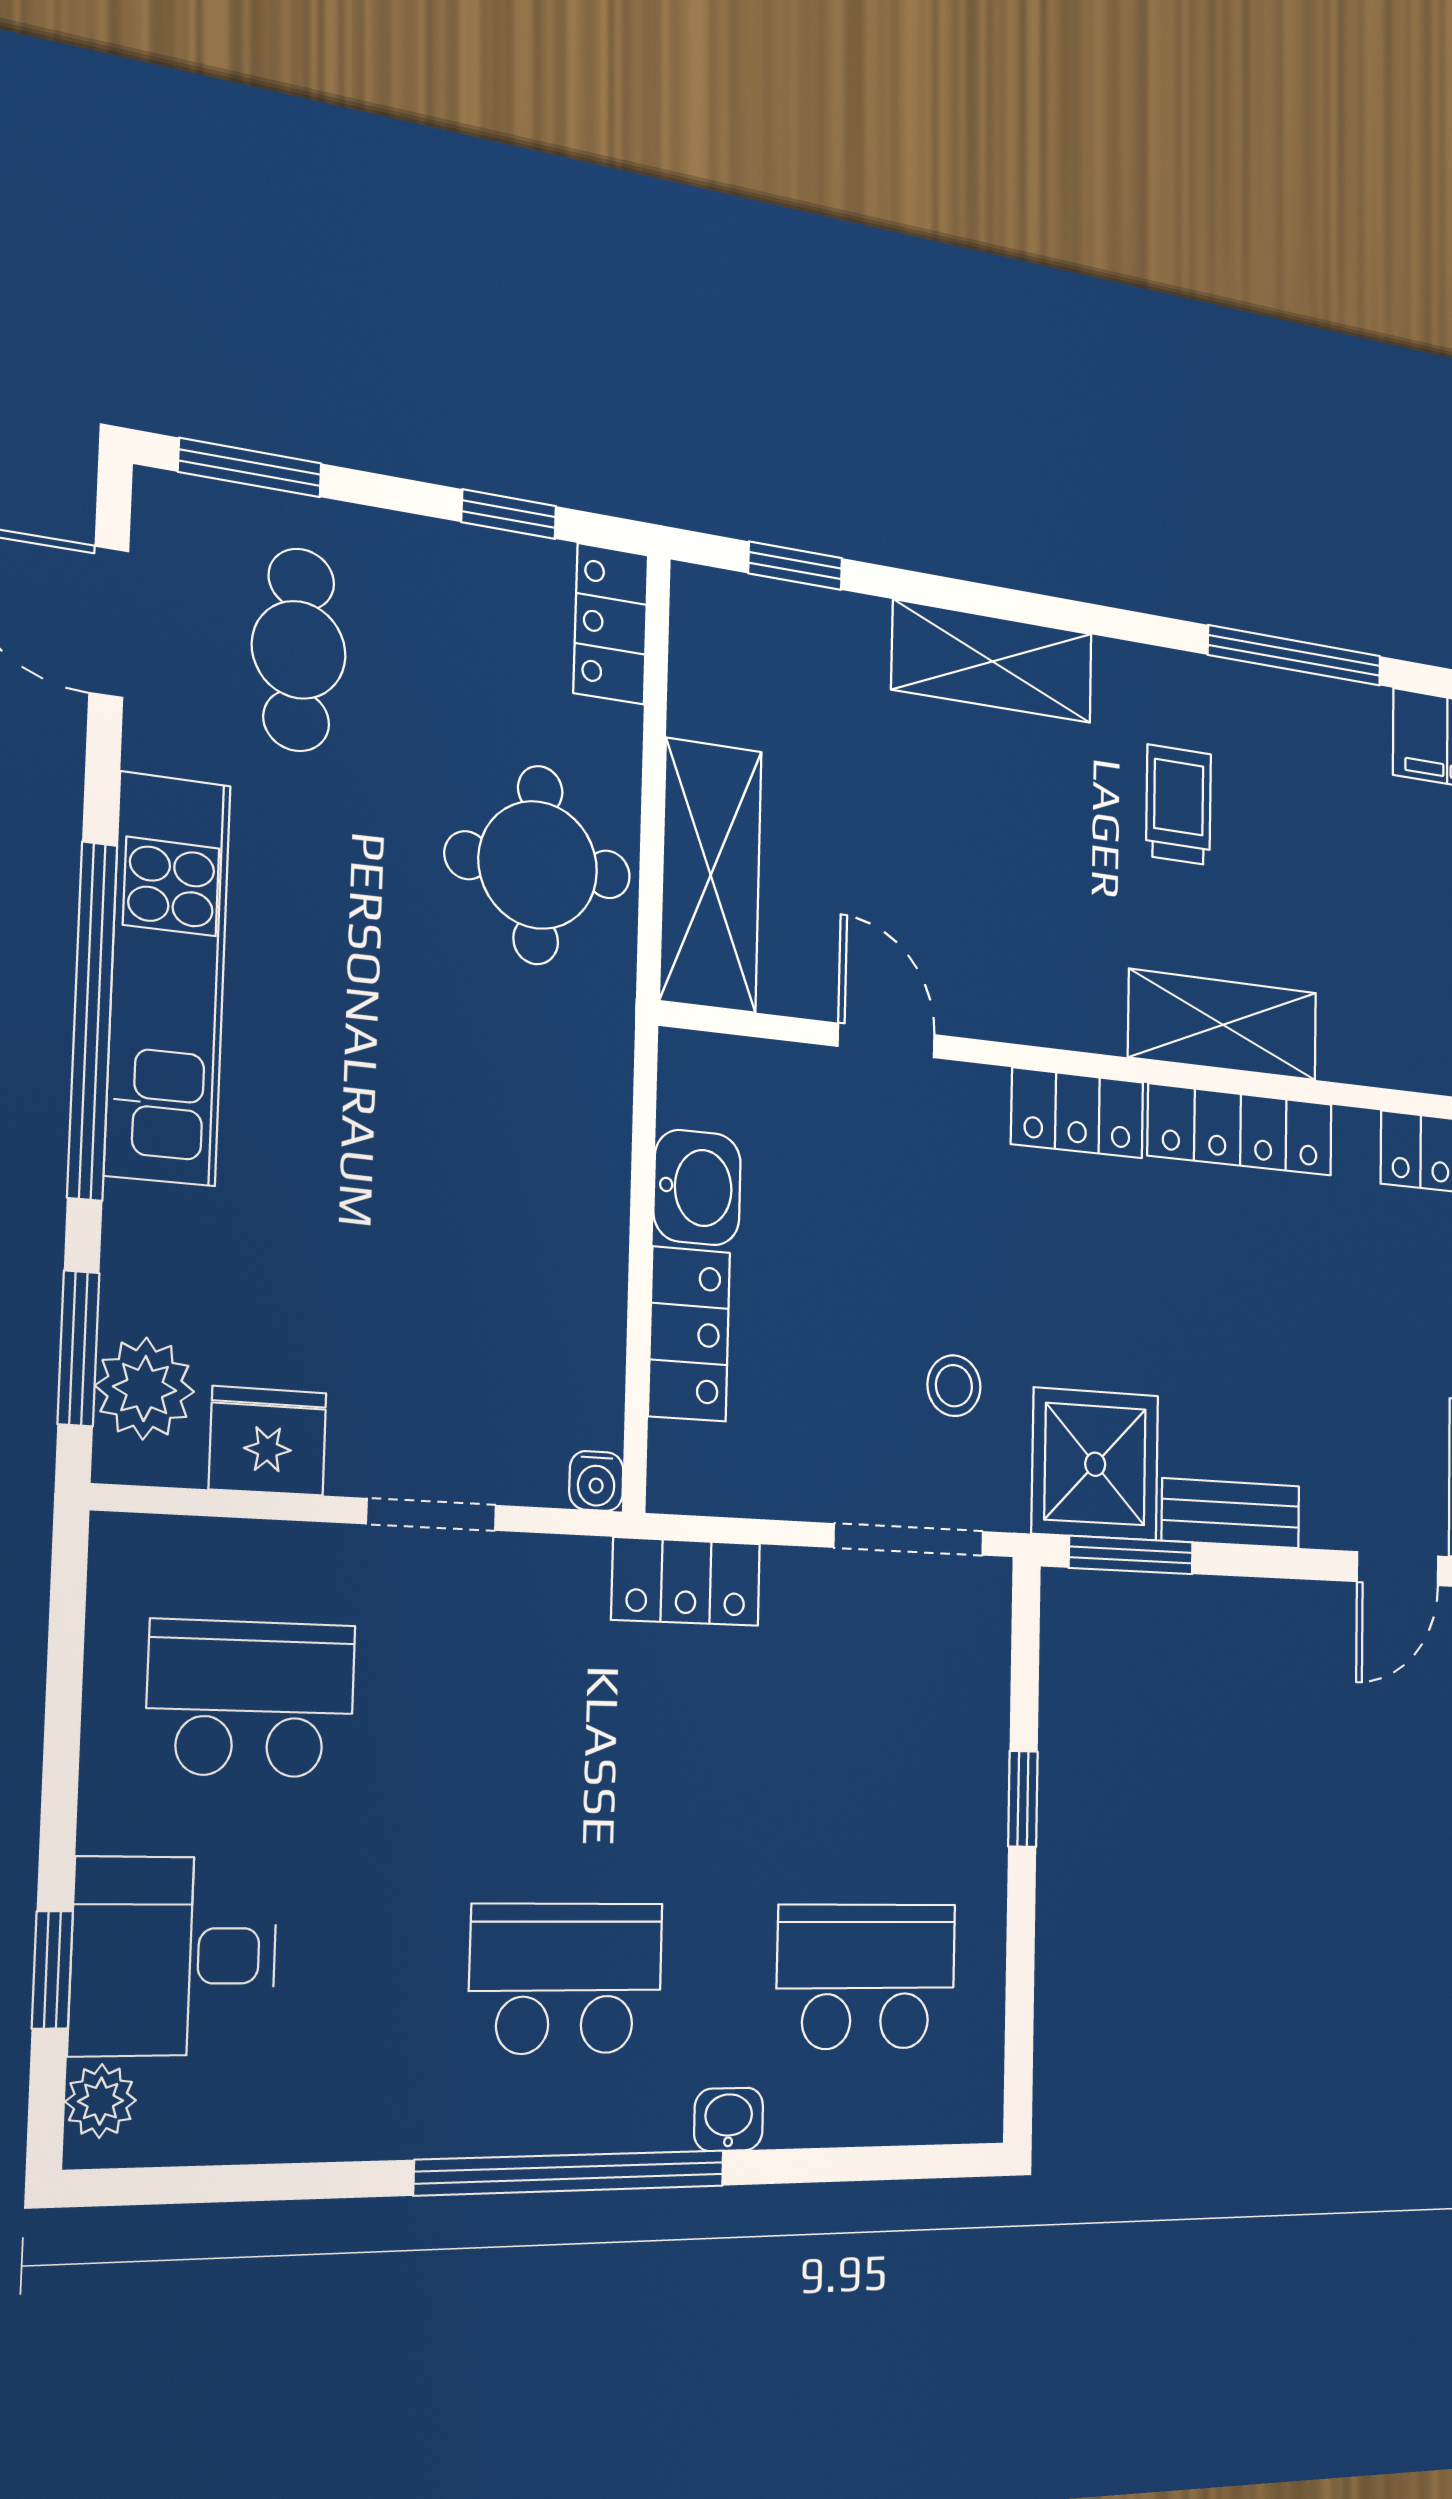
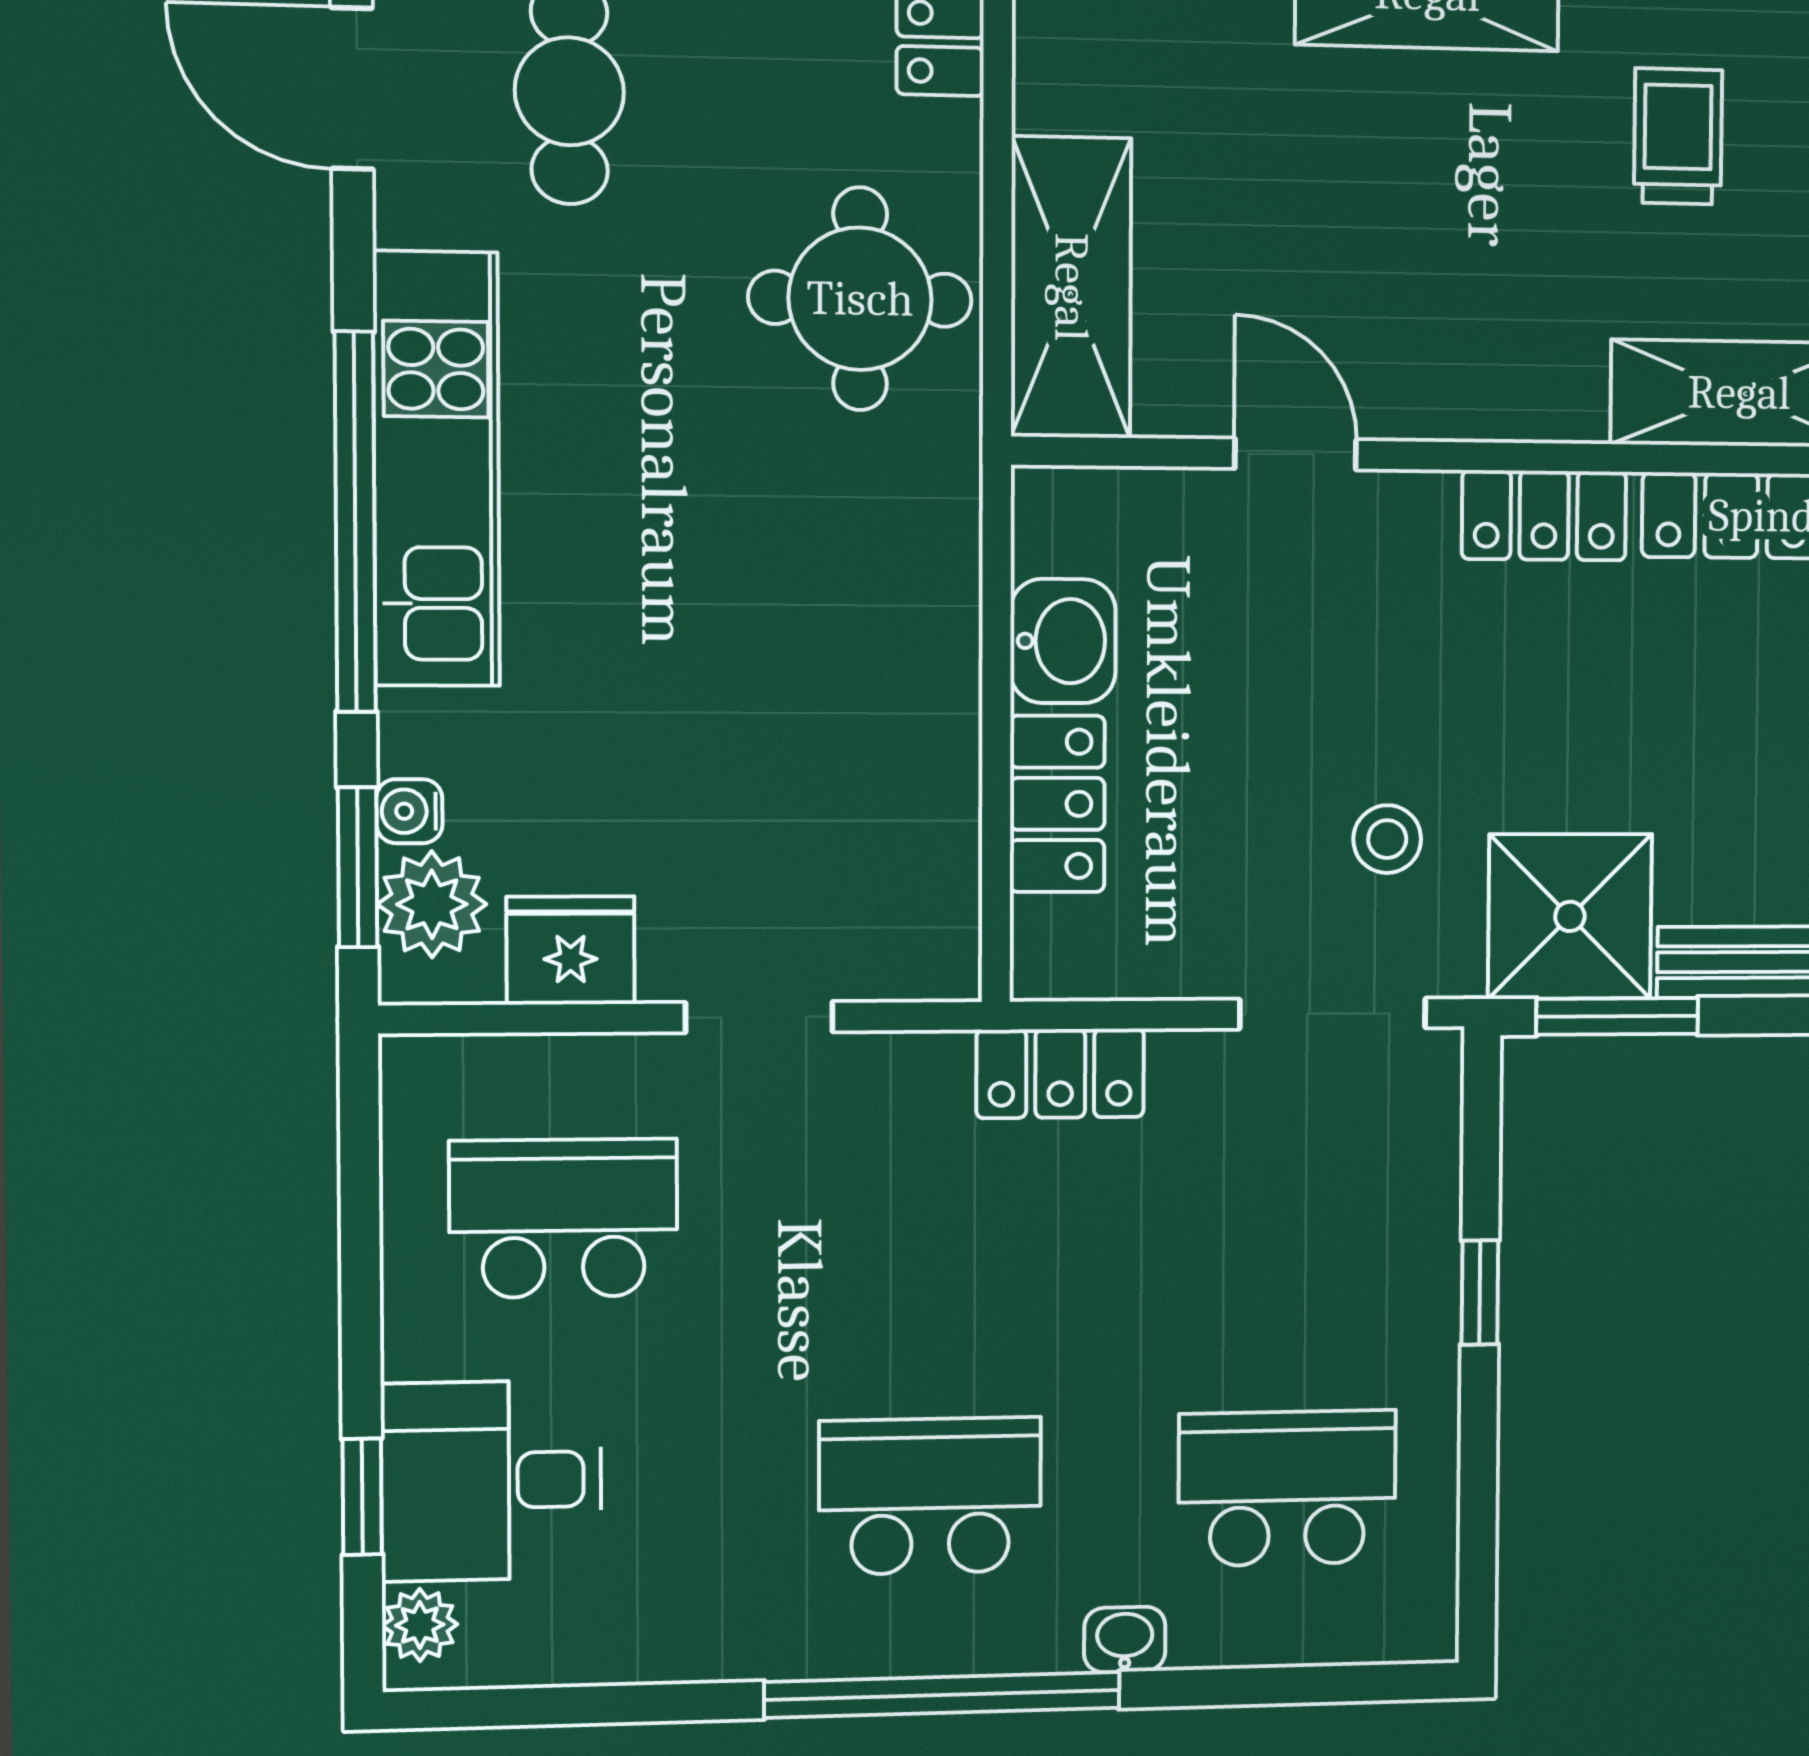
water cooler: (596, 1481) -> (409, 811), moved, turned 90

